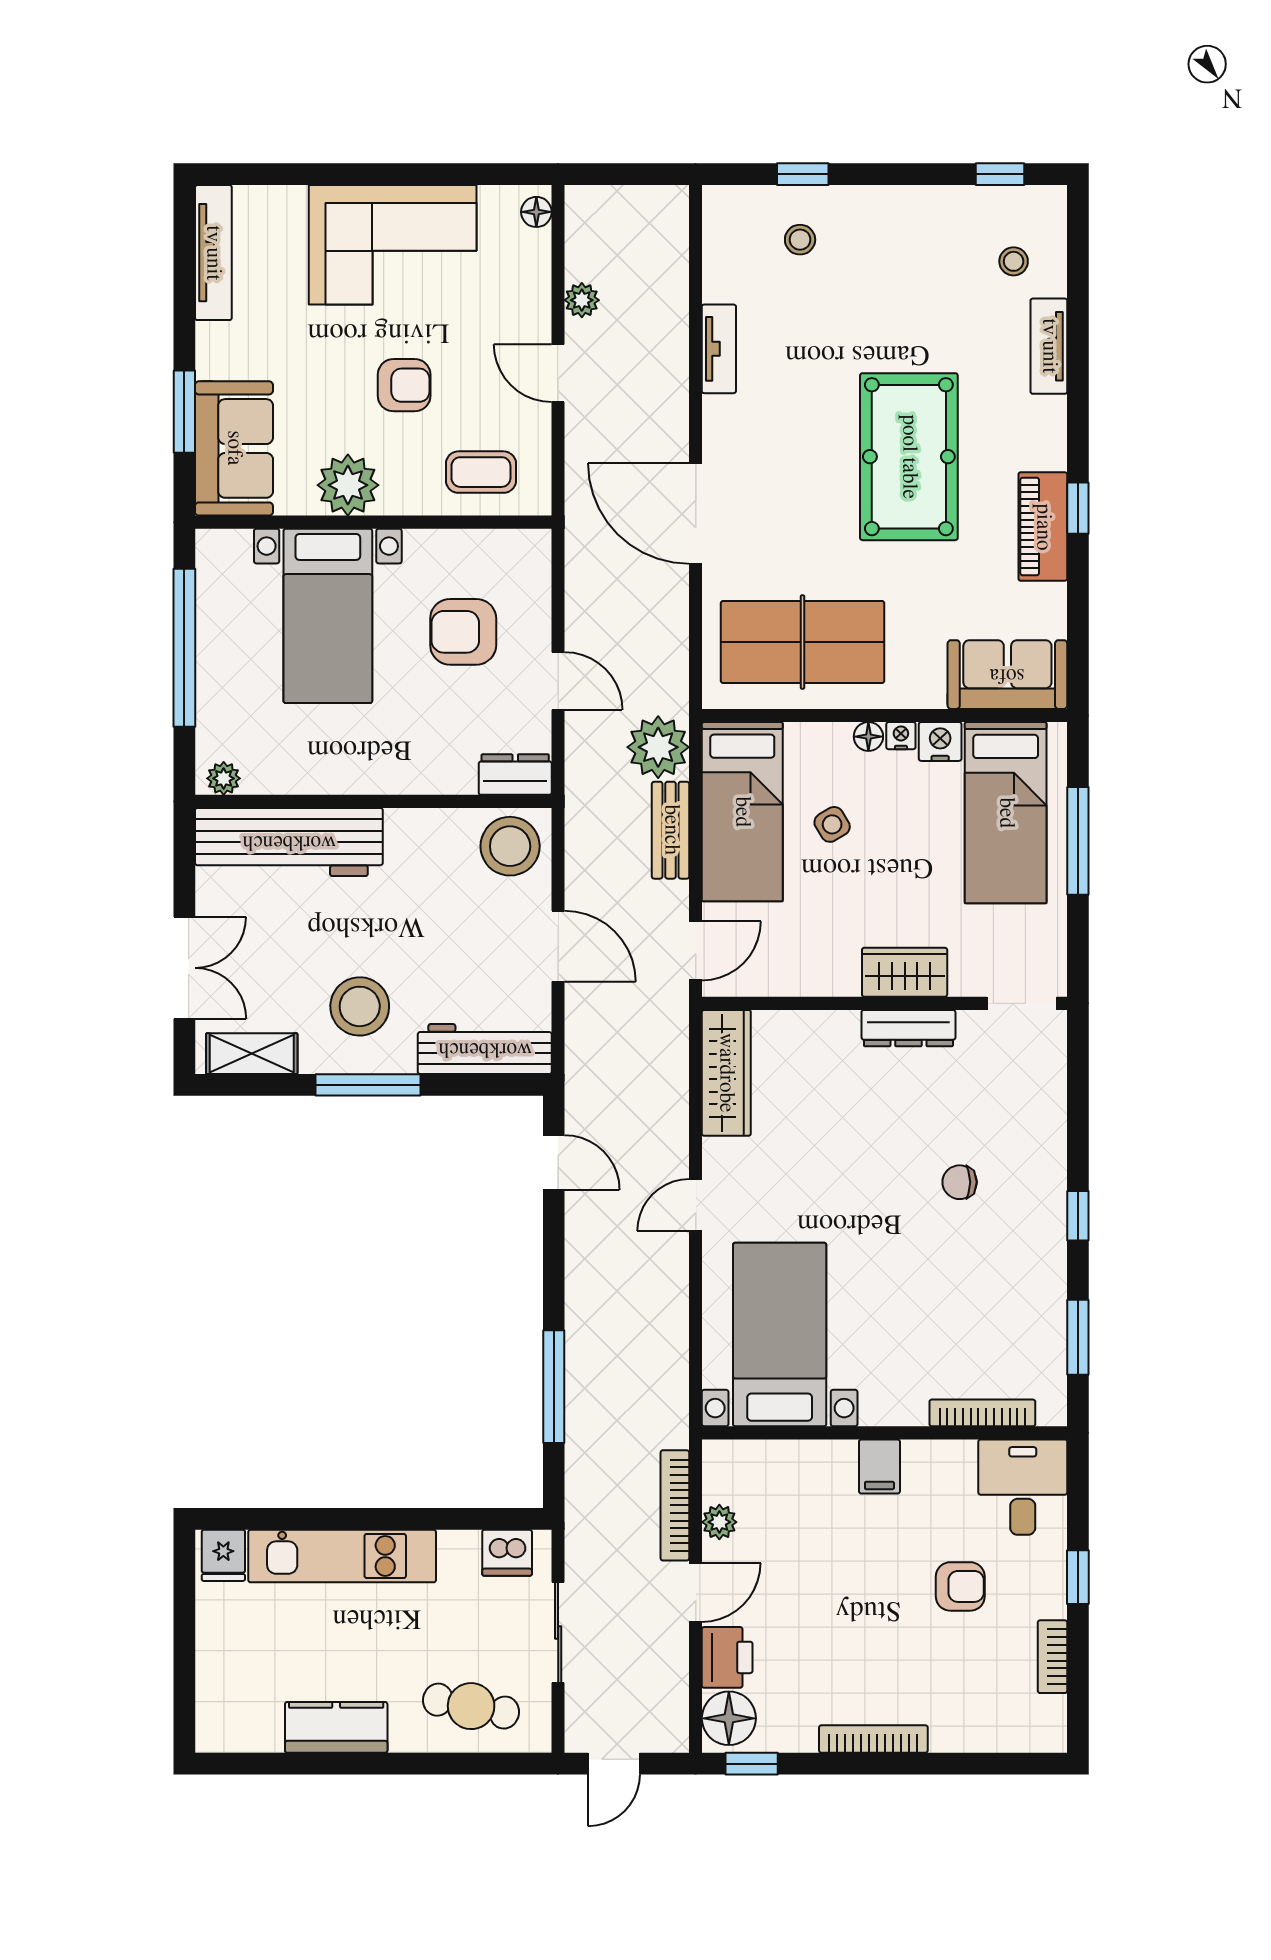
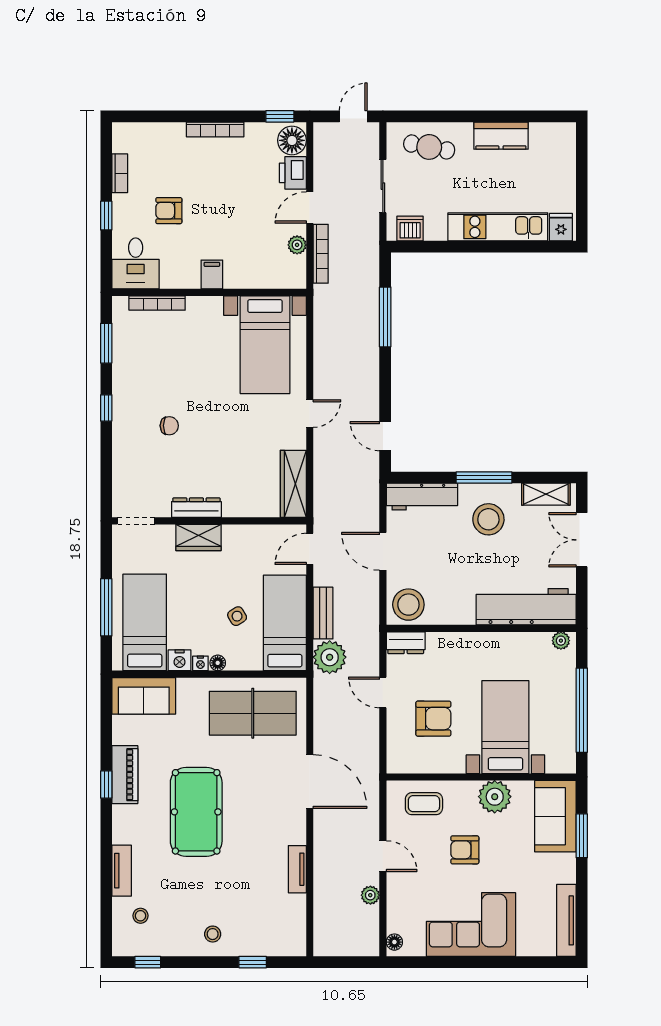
stool: (800, 240) -> (213, 934), moved

